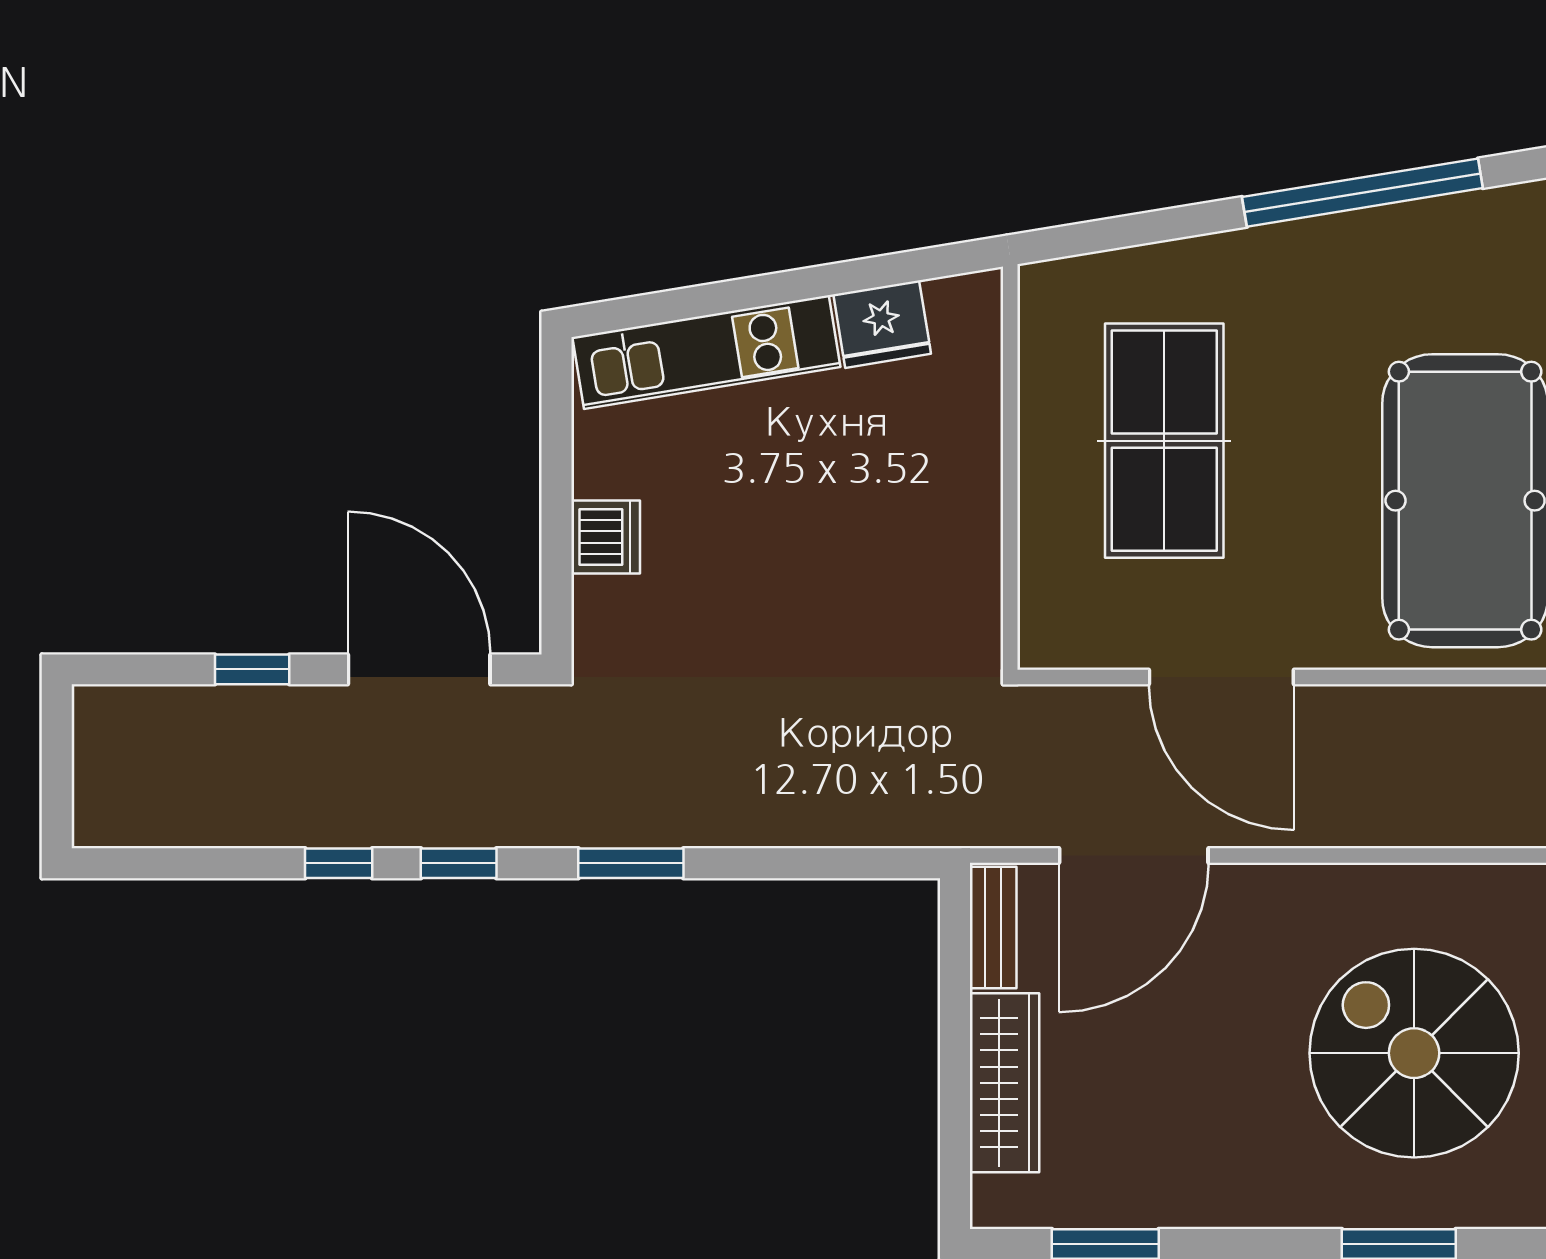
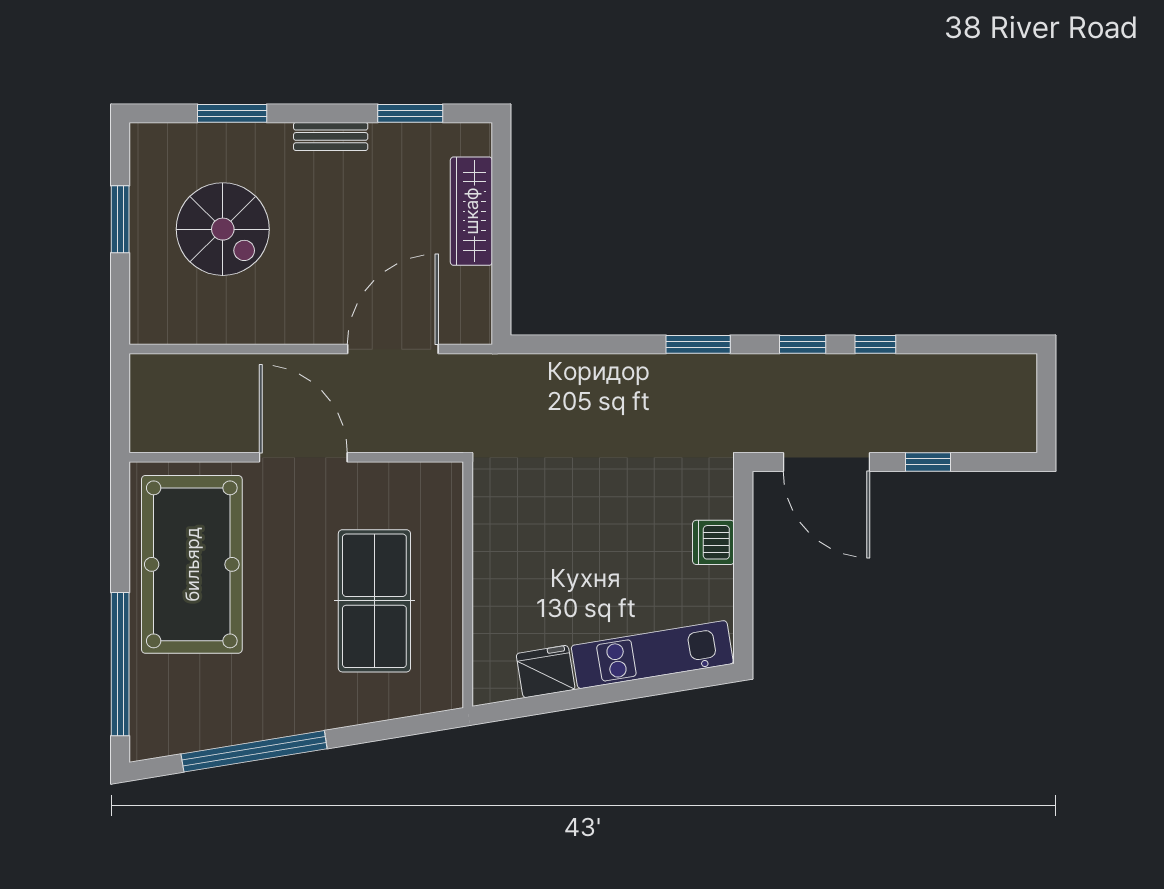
door: (1221, 677) -> (303, 457), moved
bench: (993, 927) -> (331, 136), moved, turned 90
spiral stairs: (1414, 1053) -> (223, 229), width x0.73, depth x0.73

